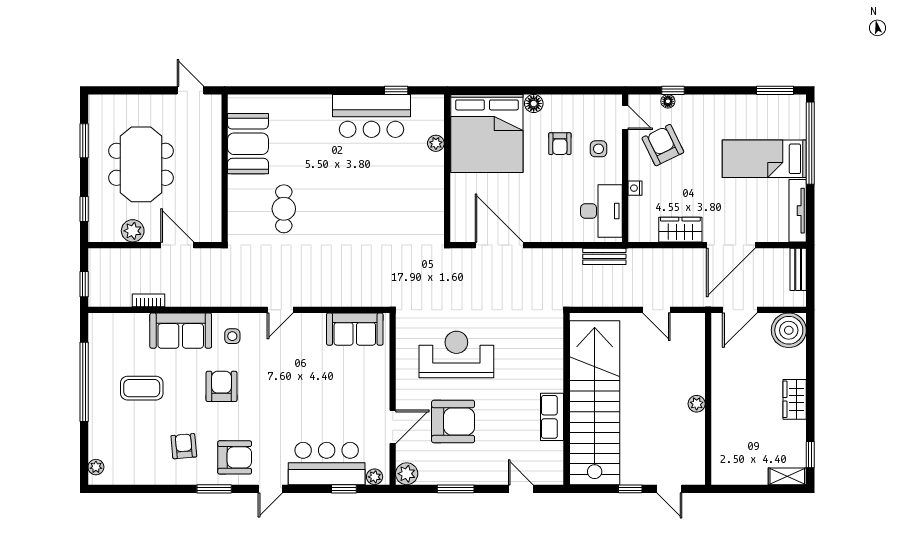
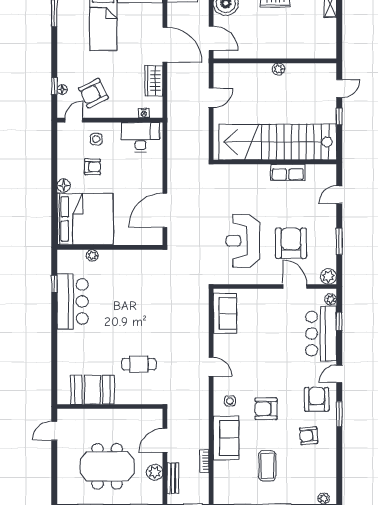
nightstand: (635, 188) -> (144, 113), moved
bench: (604, 256) -> (173, 478), moved
door: (270, 489) -> (339, 374), swing flipped

